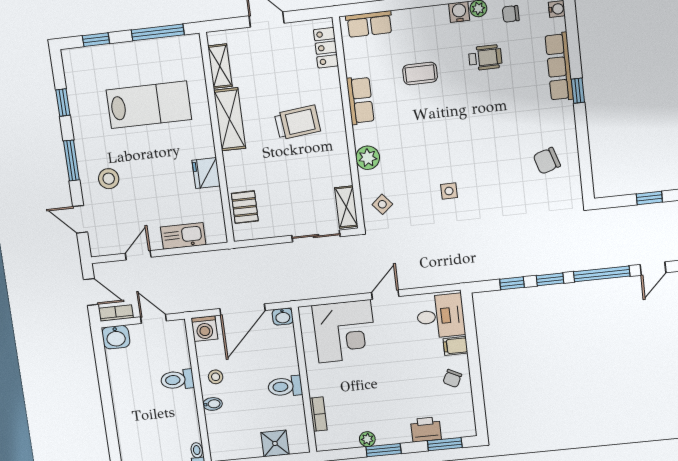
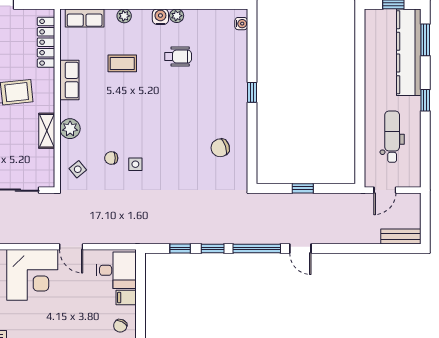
chair: (511, 14) -> (111, 158), moved
plant: (416, 16) -> (124, 16), added
locker: (326, 48) -> (46, 42), width x1.53
row of seats: (559, 67) -> (238, 71), removed
shelving: (346, 207) -> (47, 131), moved
door: (653, 269) -> (300, 249), hinge flipped
door: (385, 295) -> (71, 247), swing flipped

